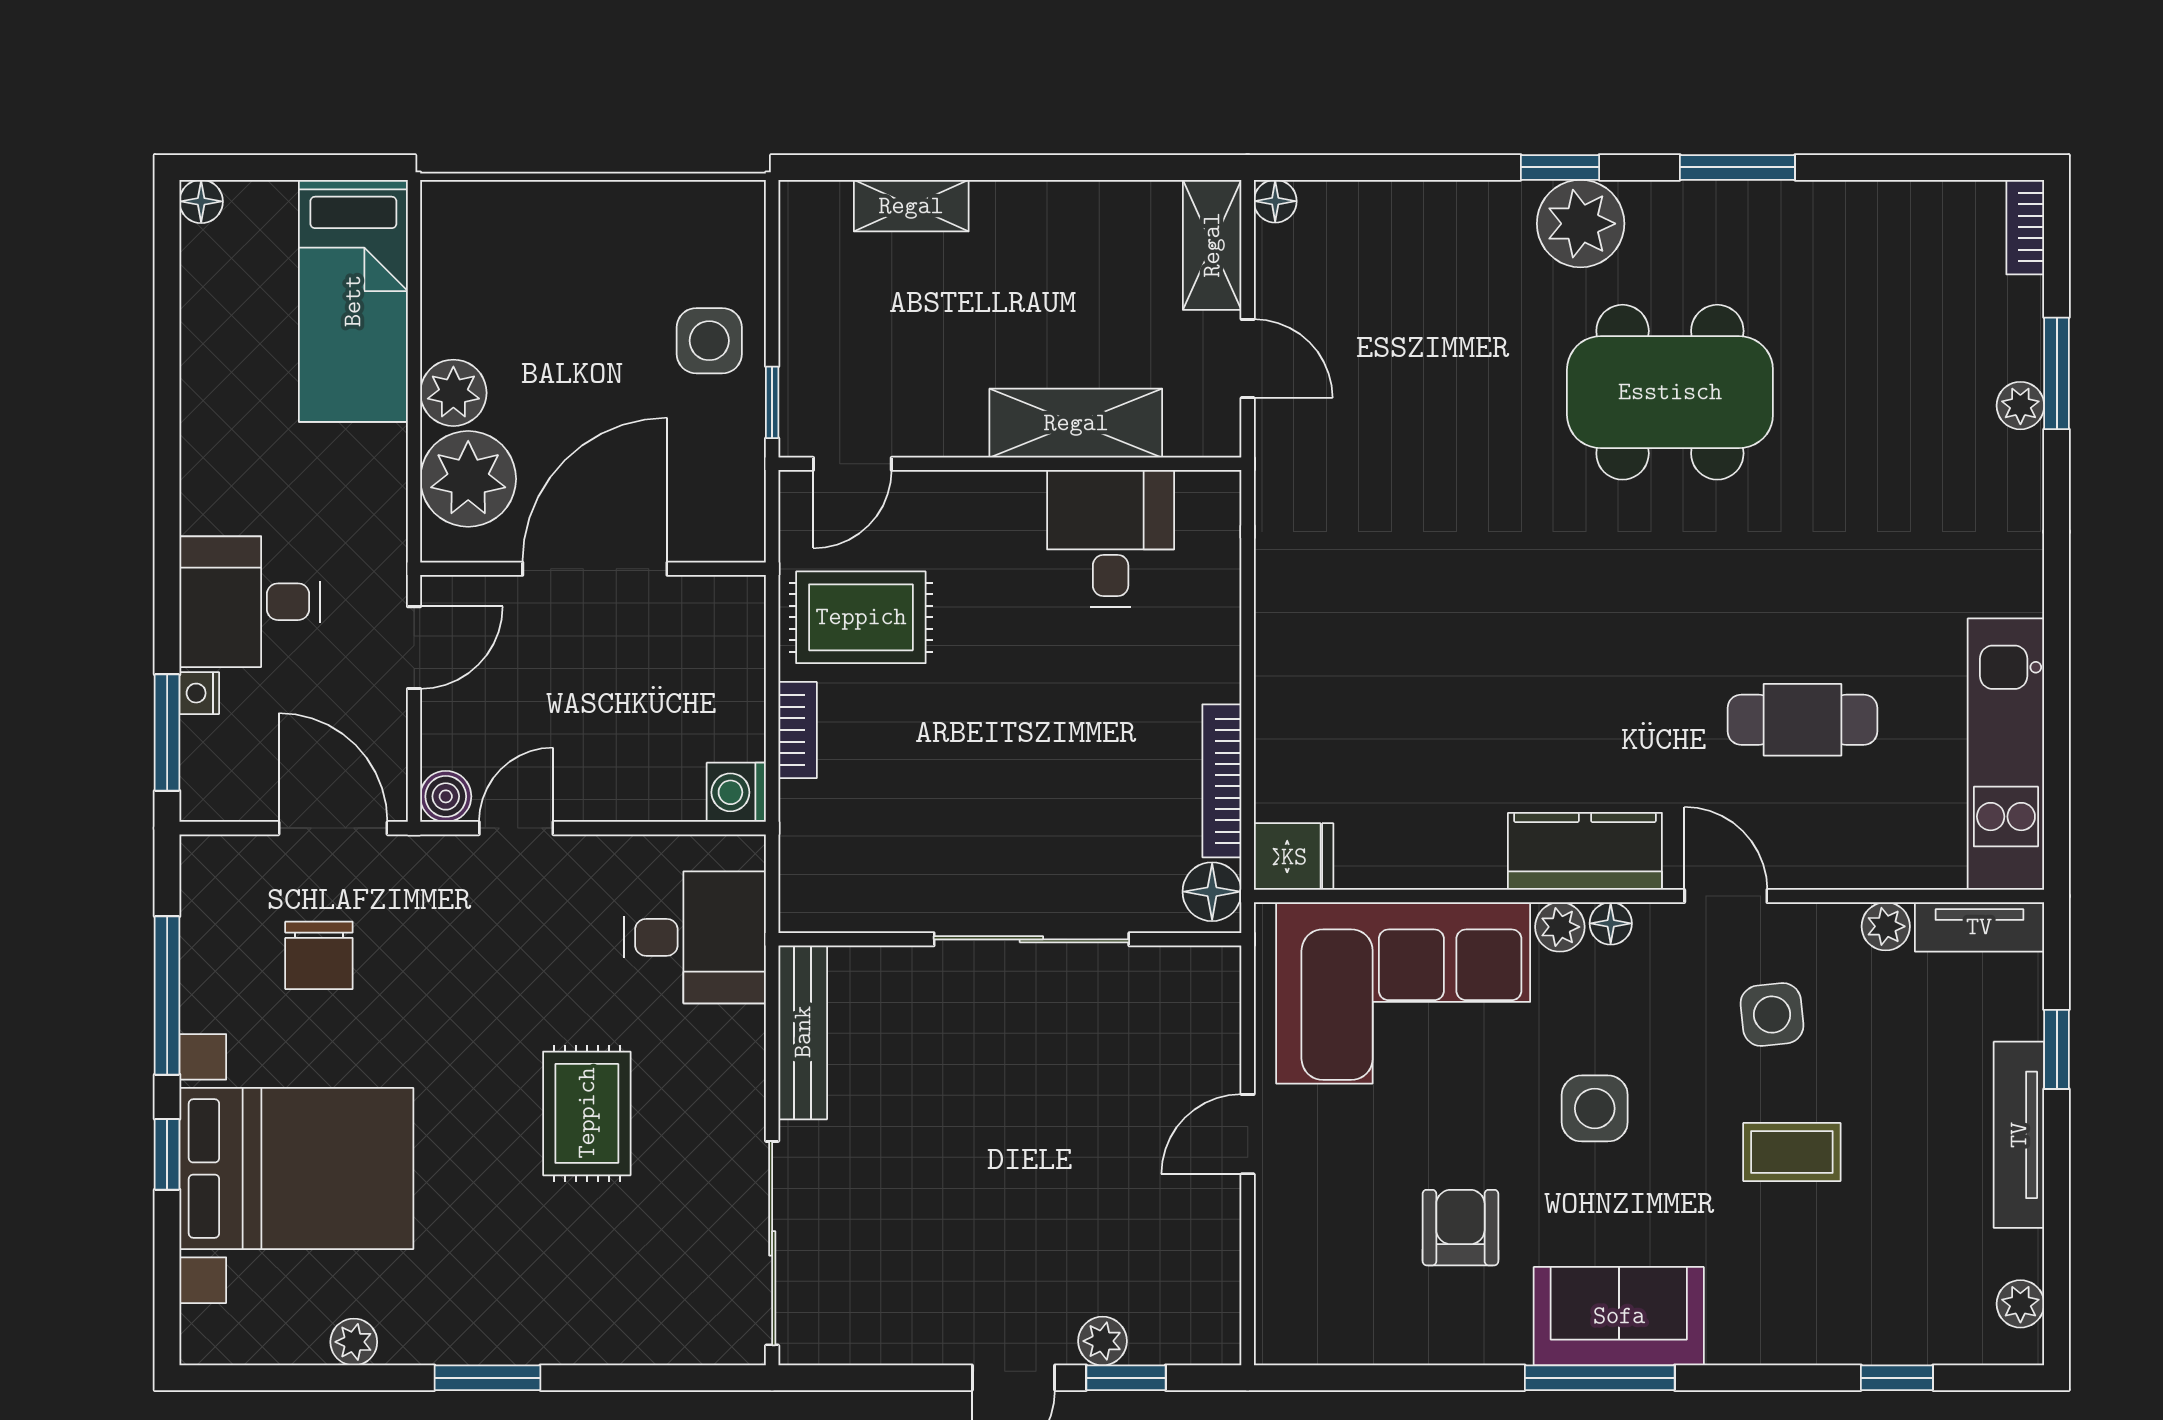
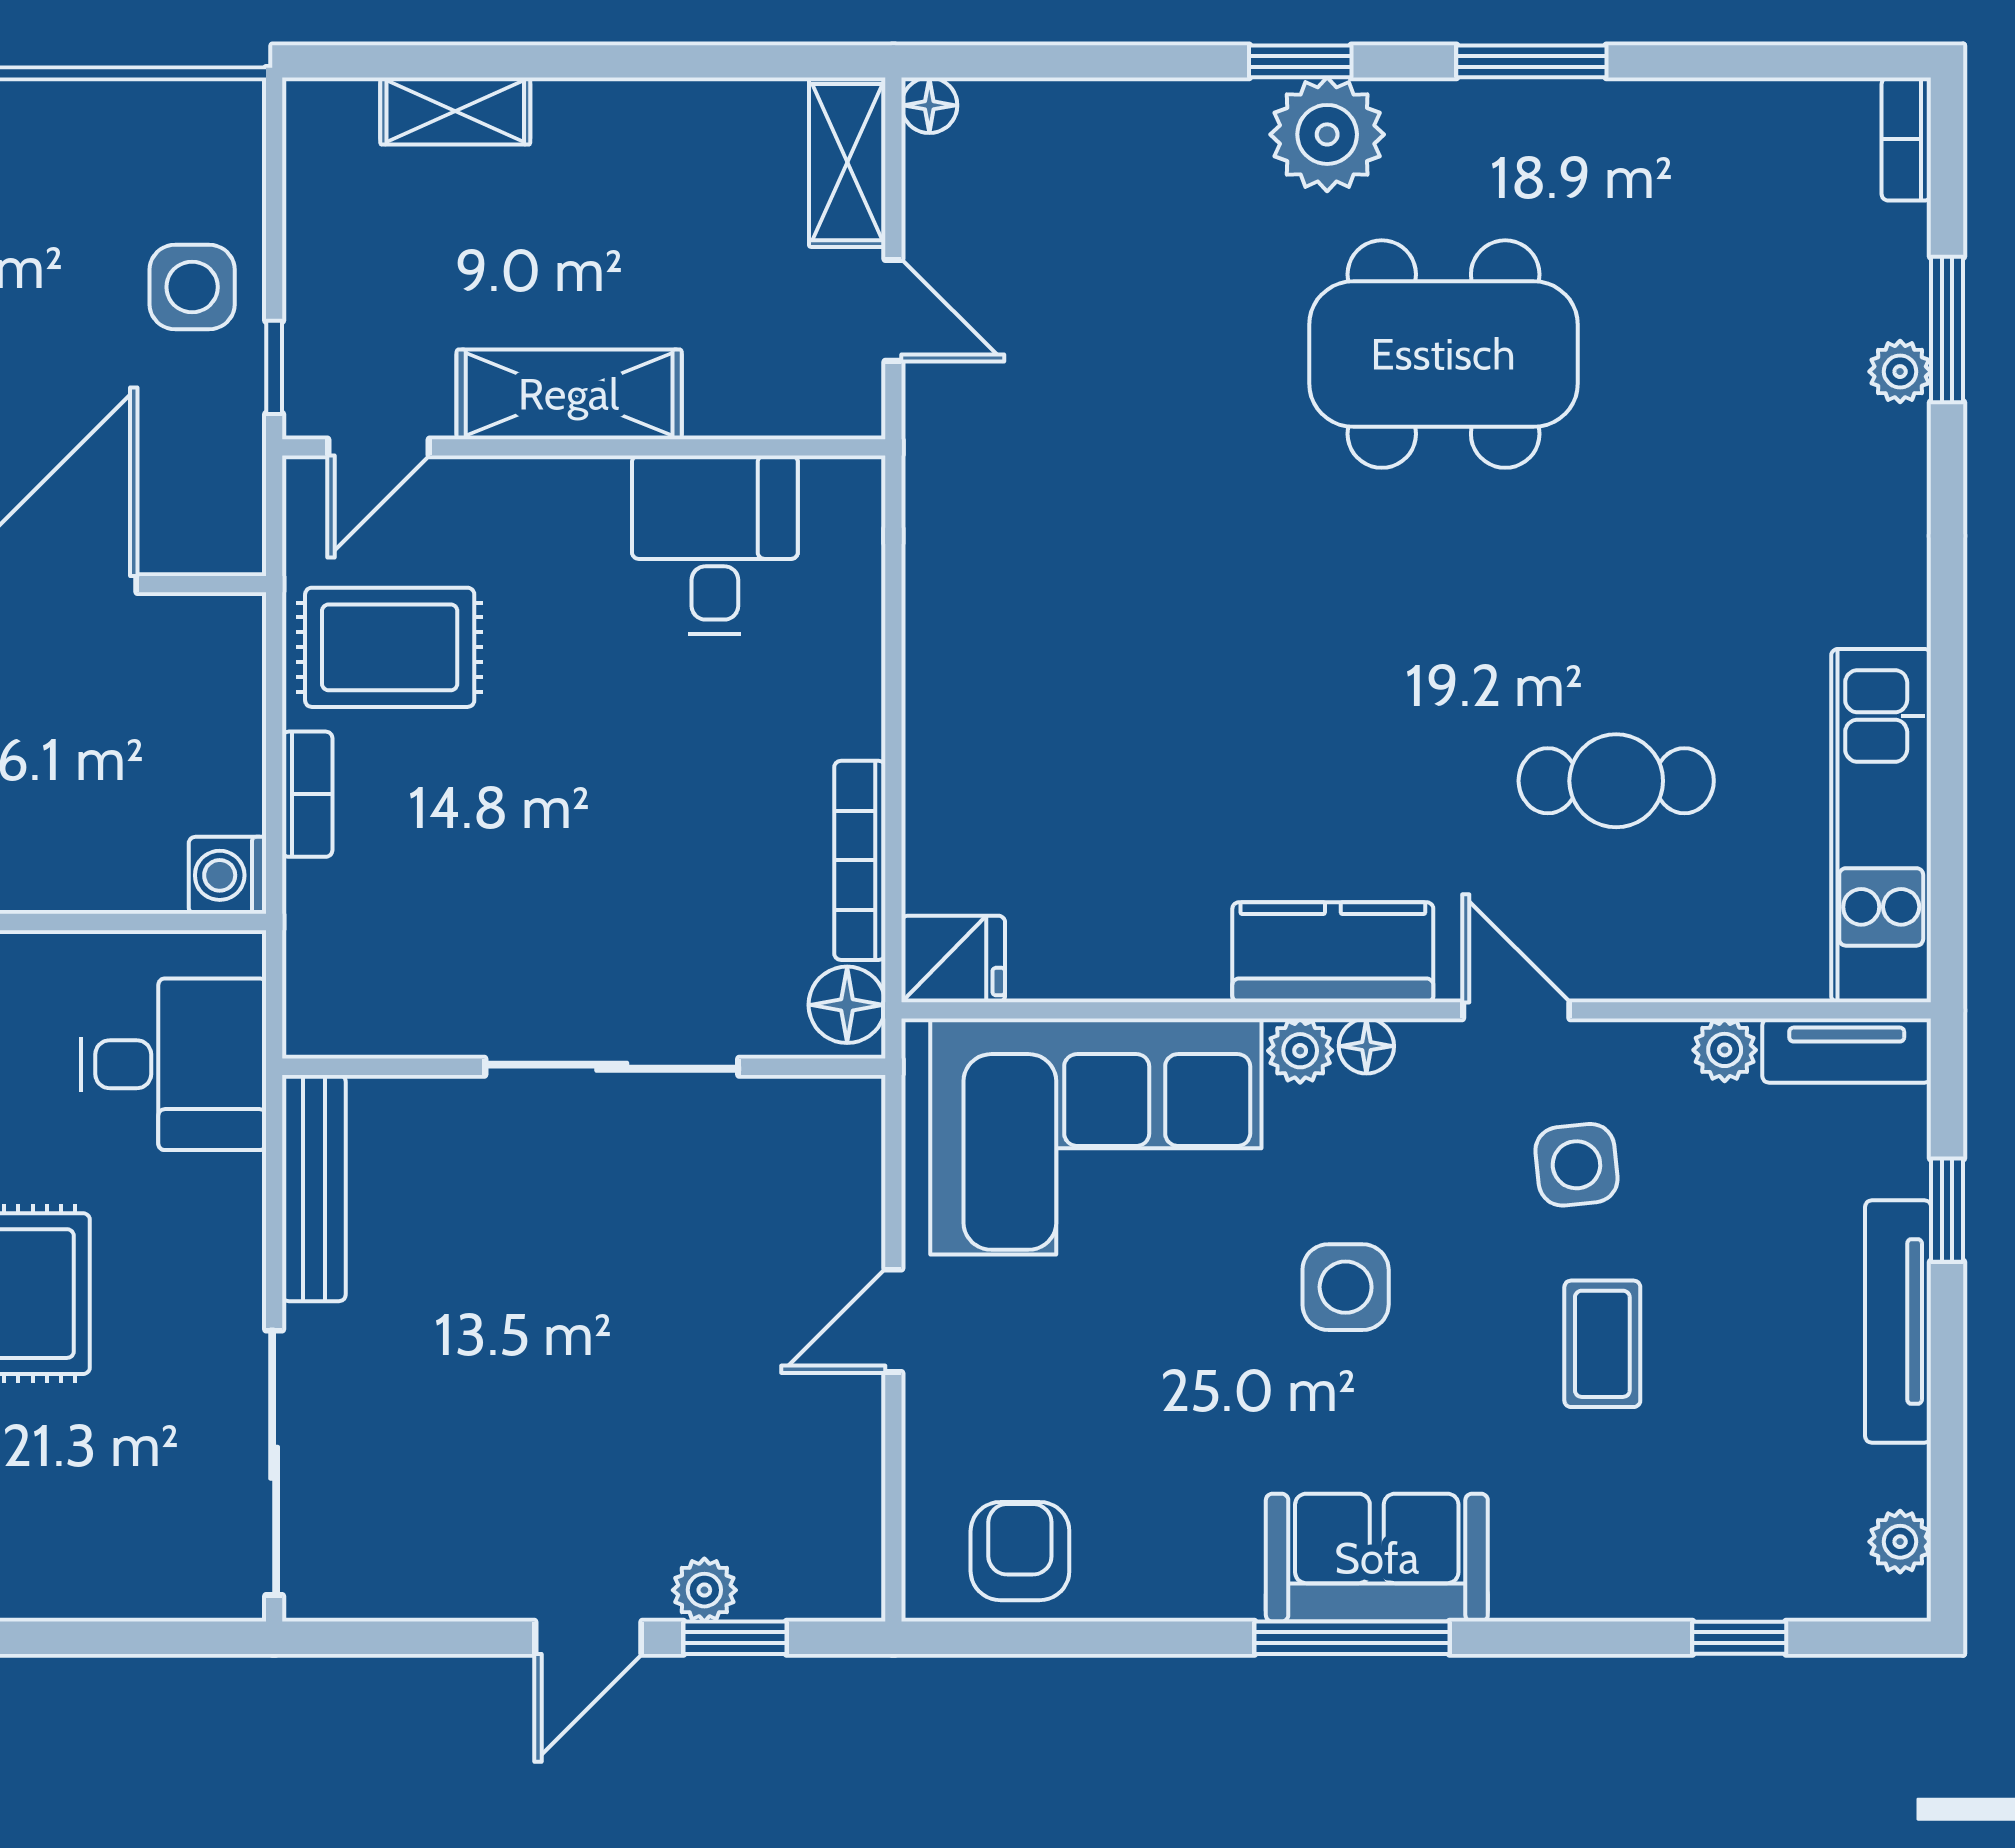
shelving: (1076, 423) -> (569, 394), moved
coffee table: (1792, 1152) -> (1602, 1344), turned 90
armchair: (1460, 1228) -> (1020, 1551), moved

